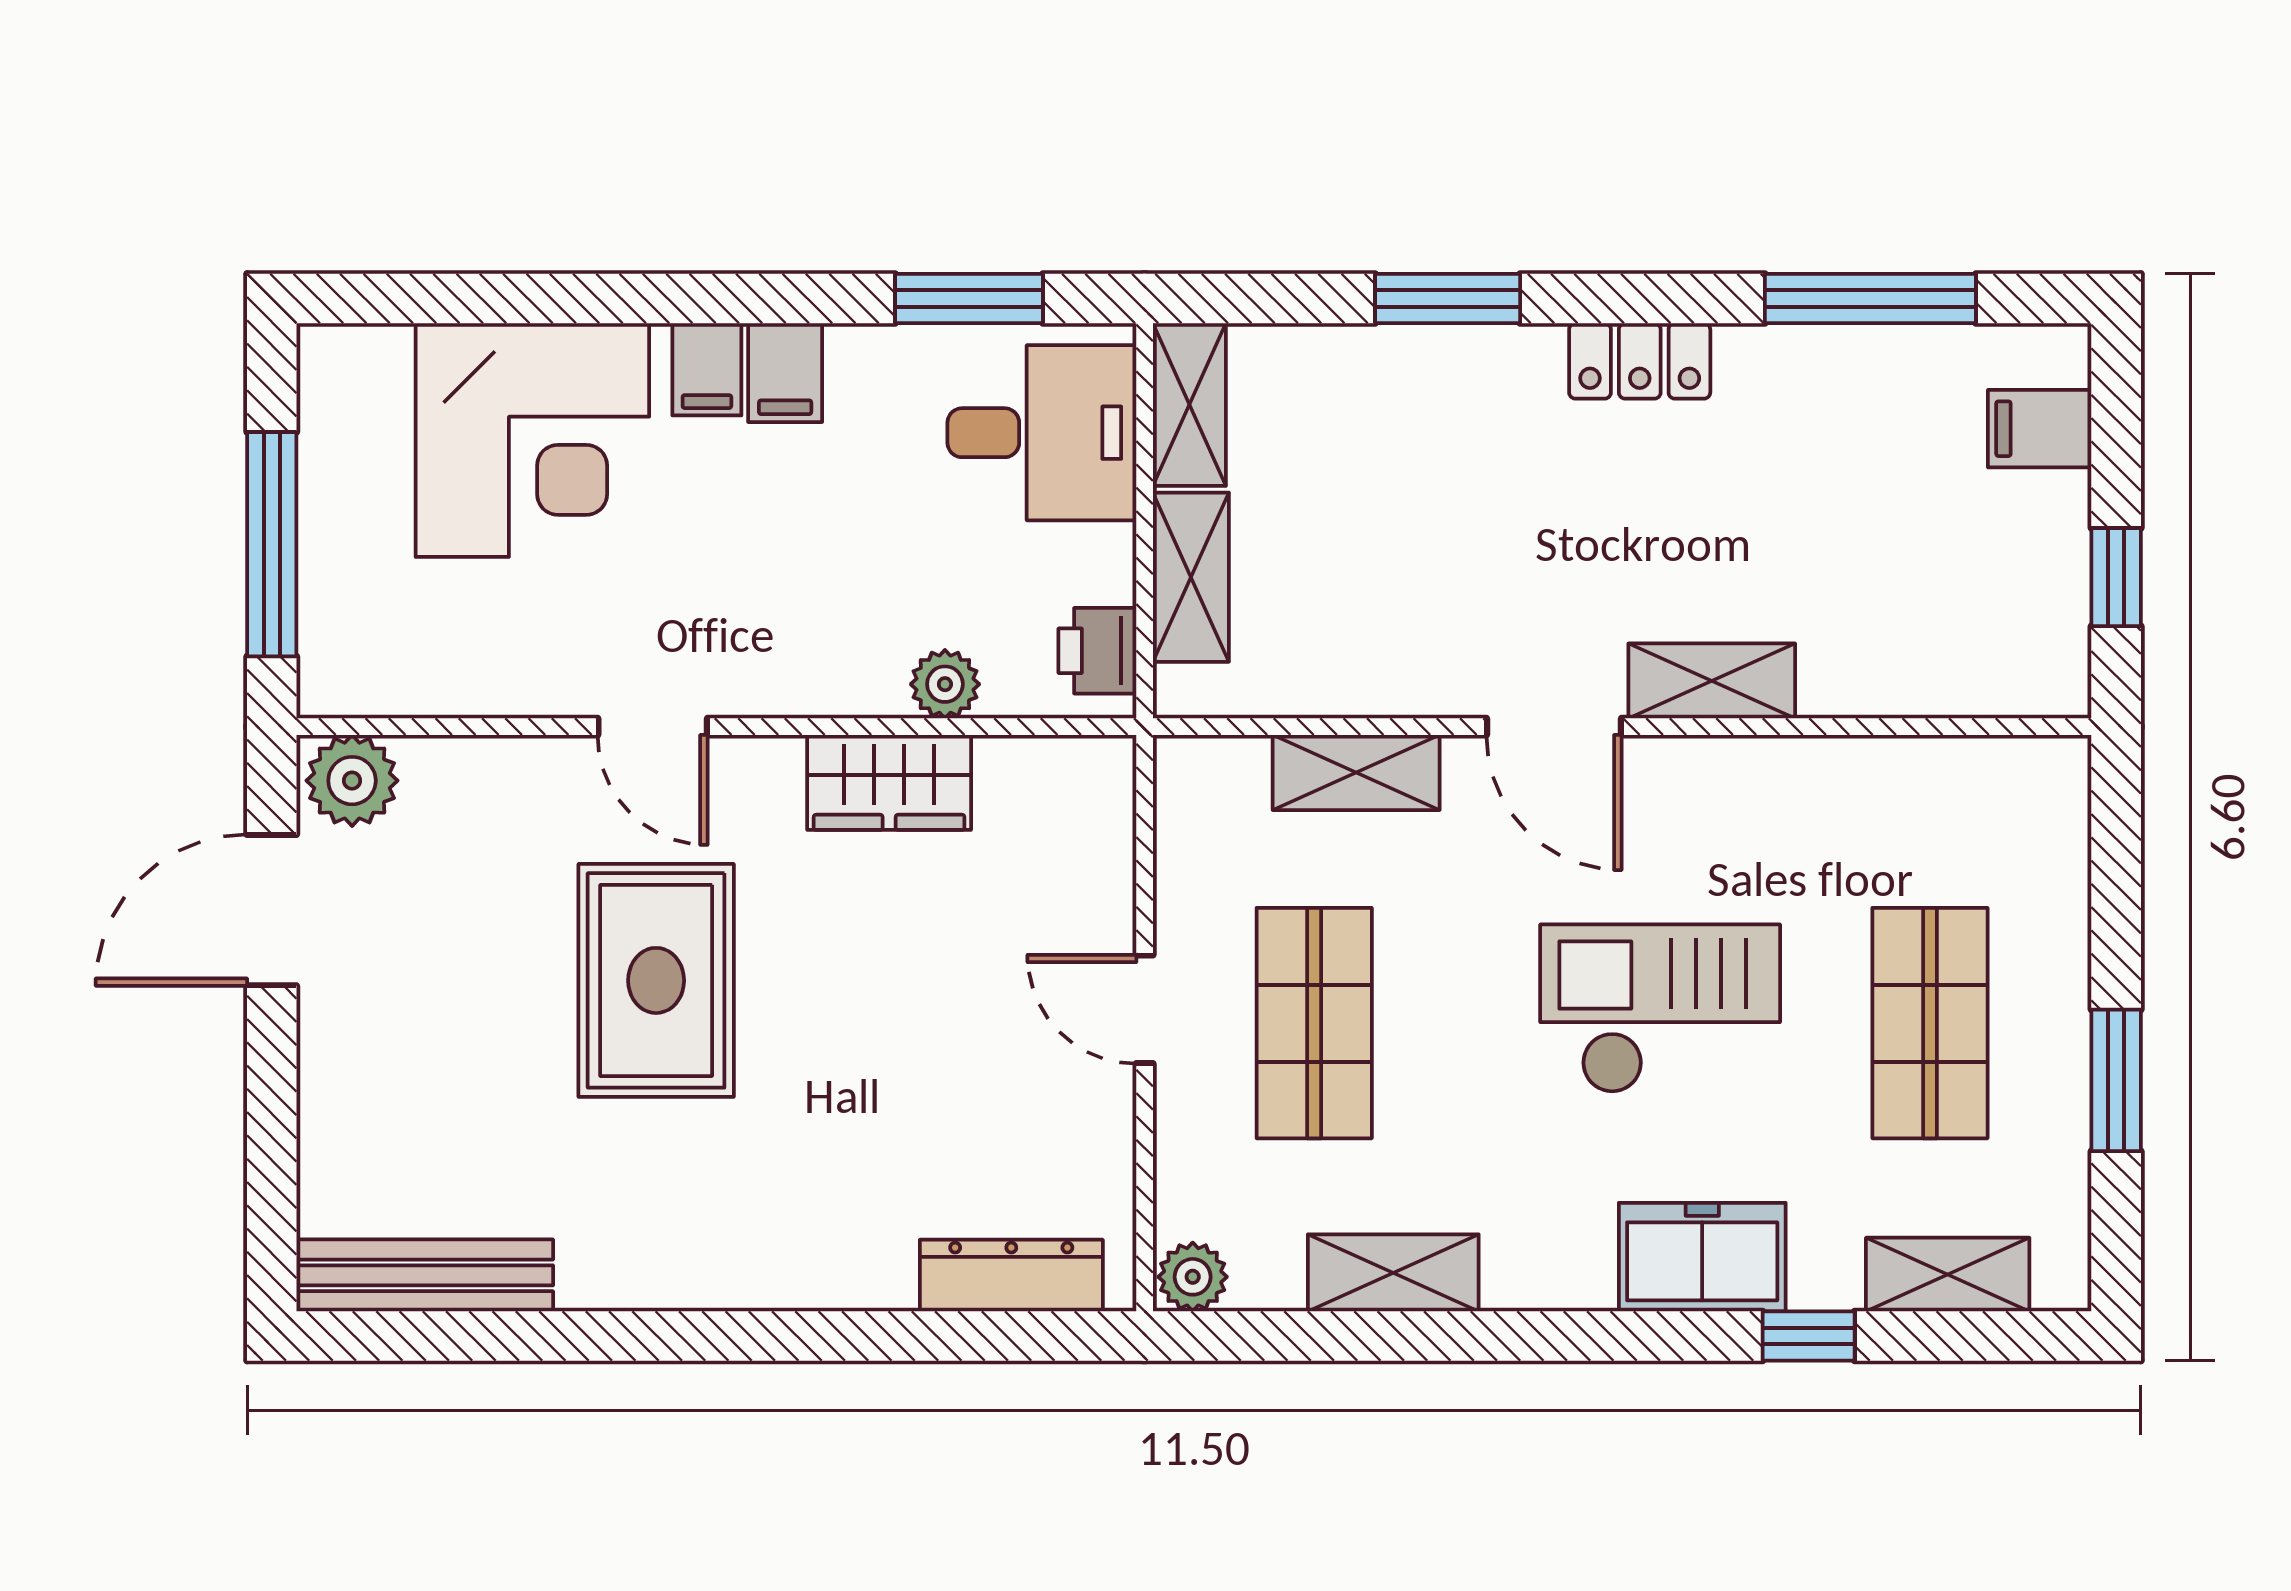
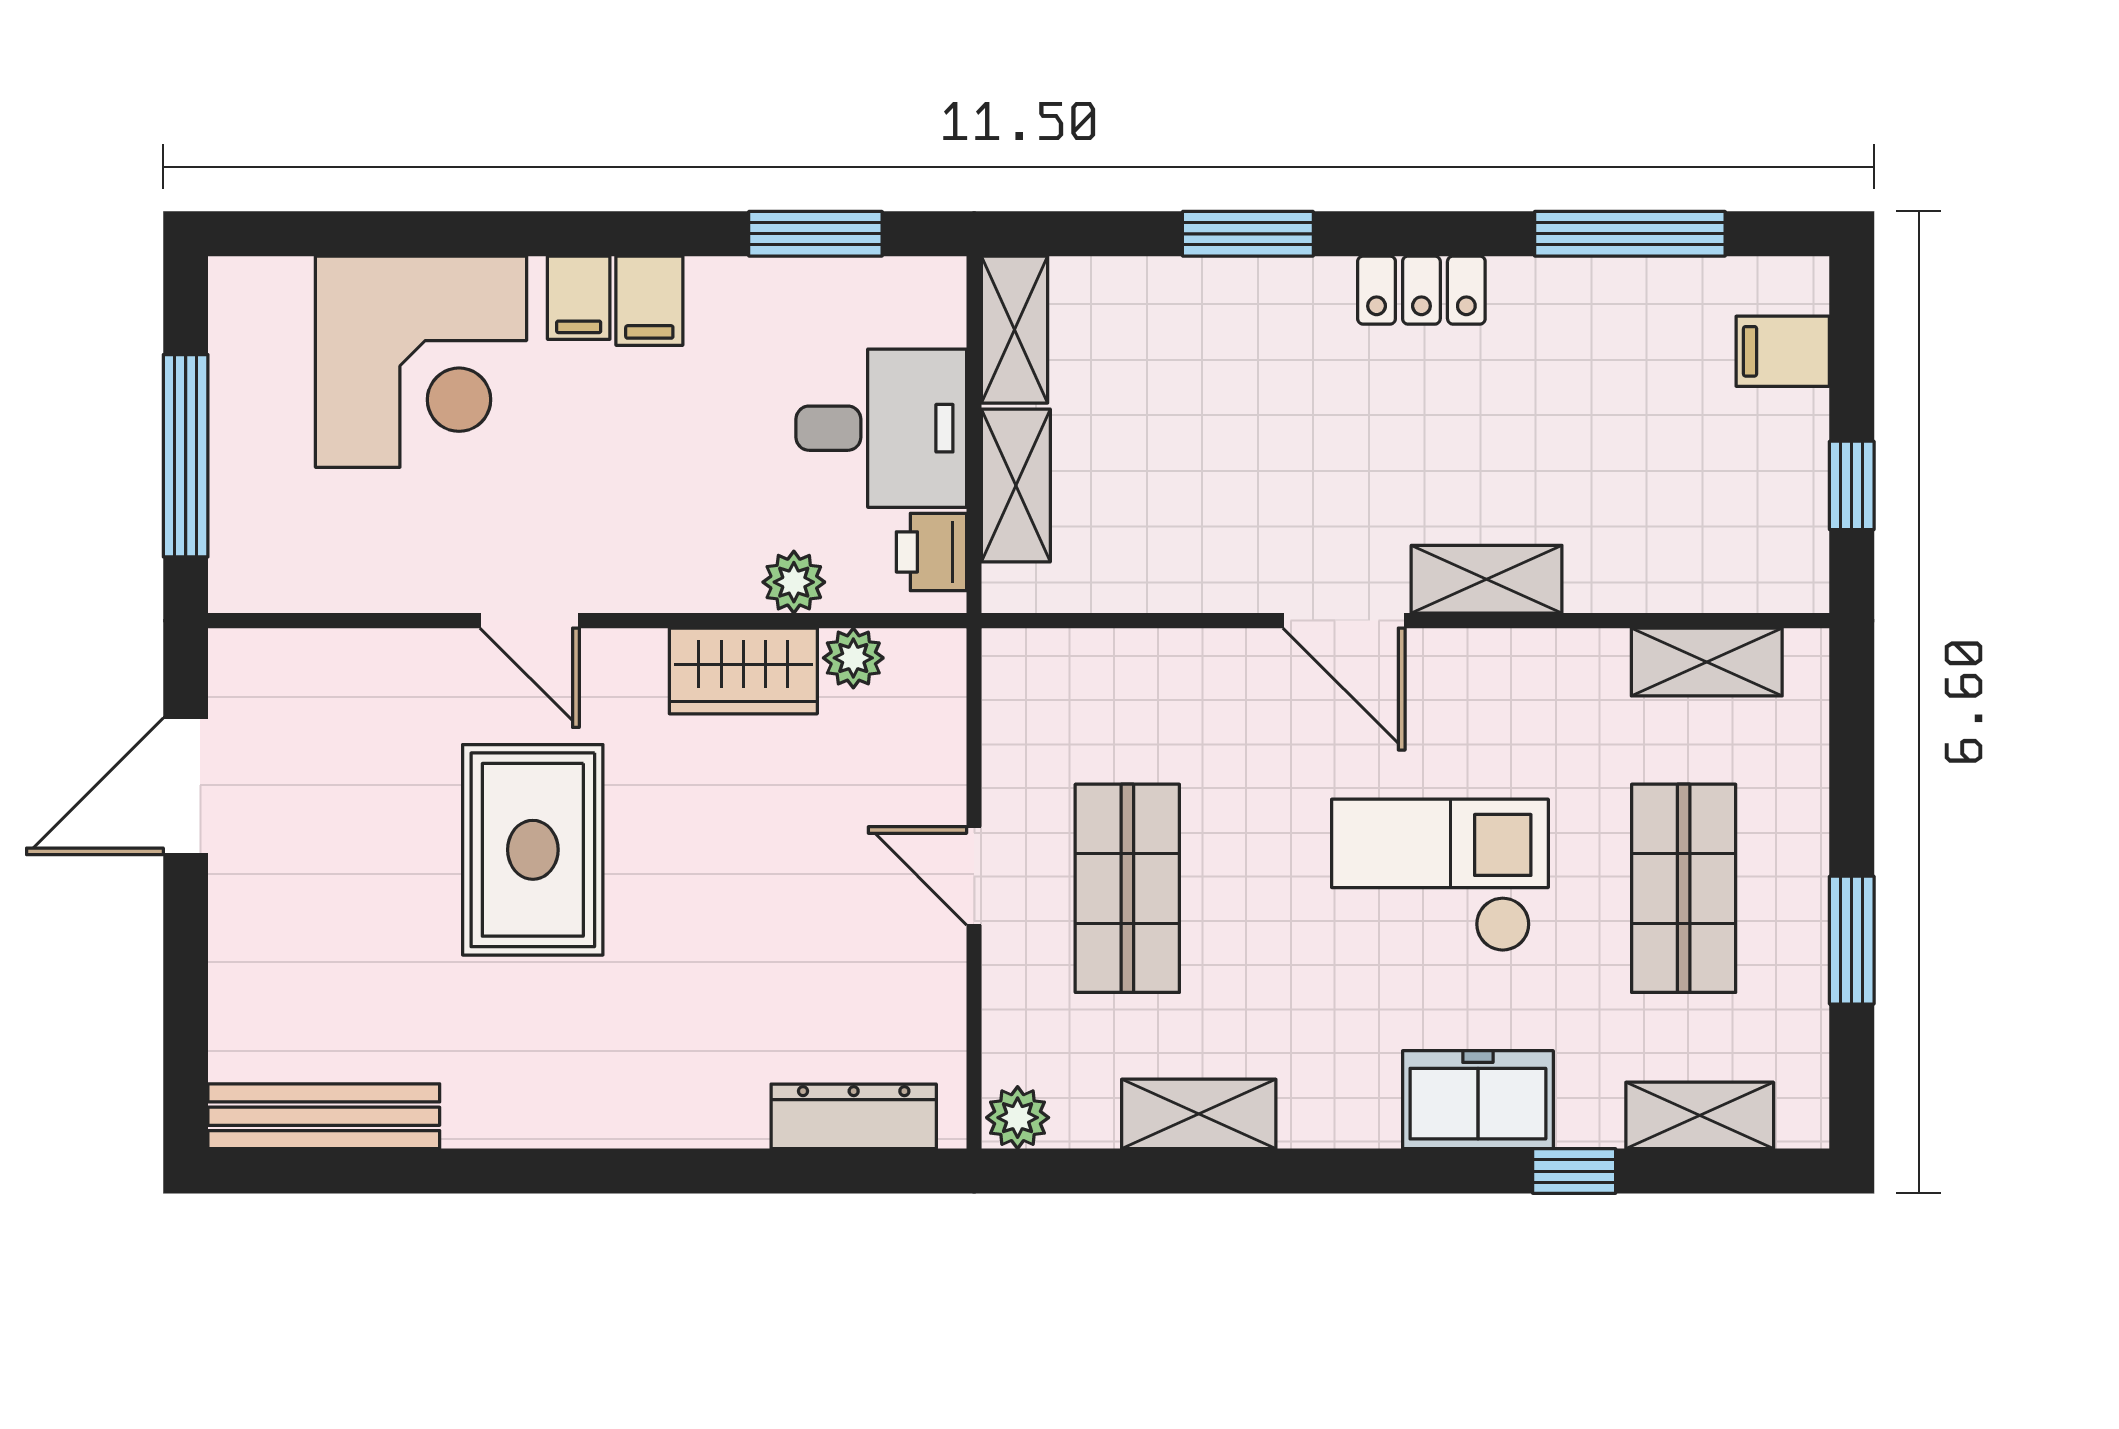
desk: (1042, 433) -> (881, 428), moved
shelving: (1356, 773) -> (1707, 662), moved
plant: (352, 781) -> (853, 658), moved, width x0.73, depth x0.73

